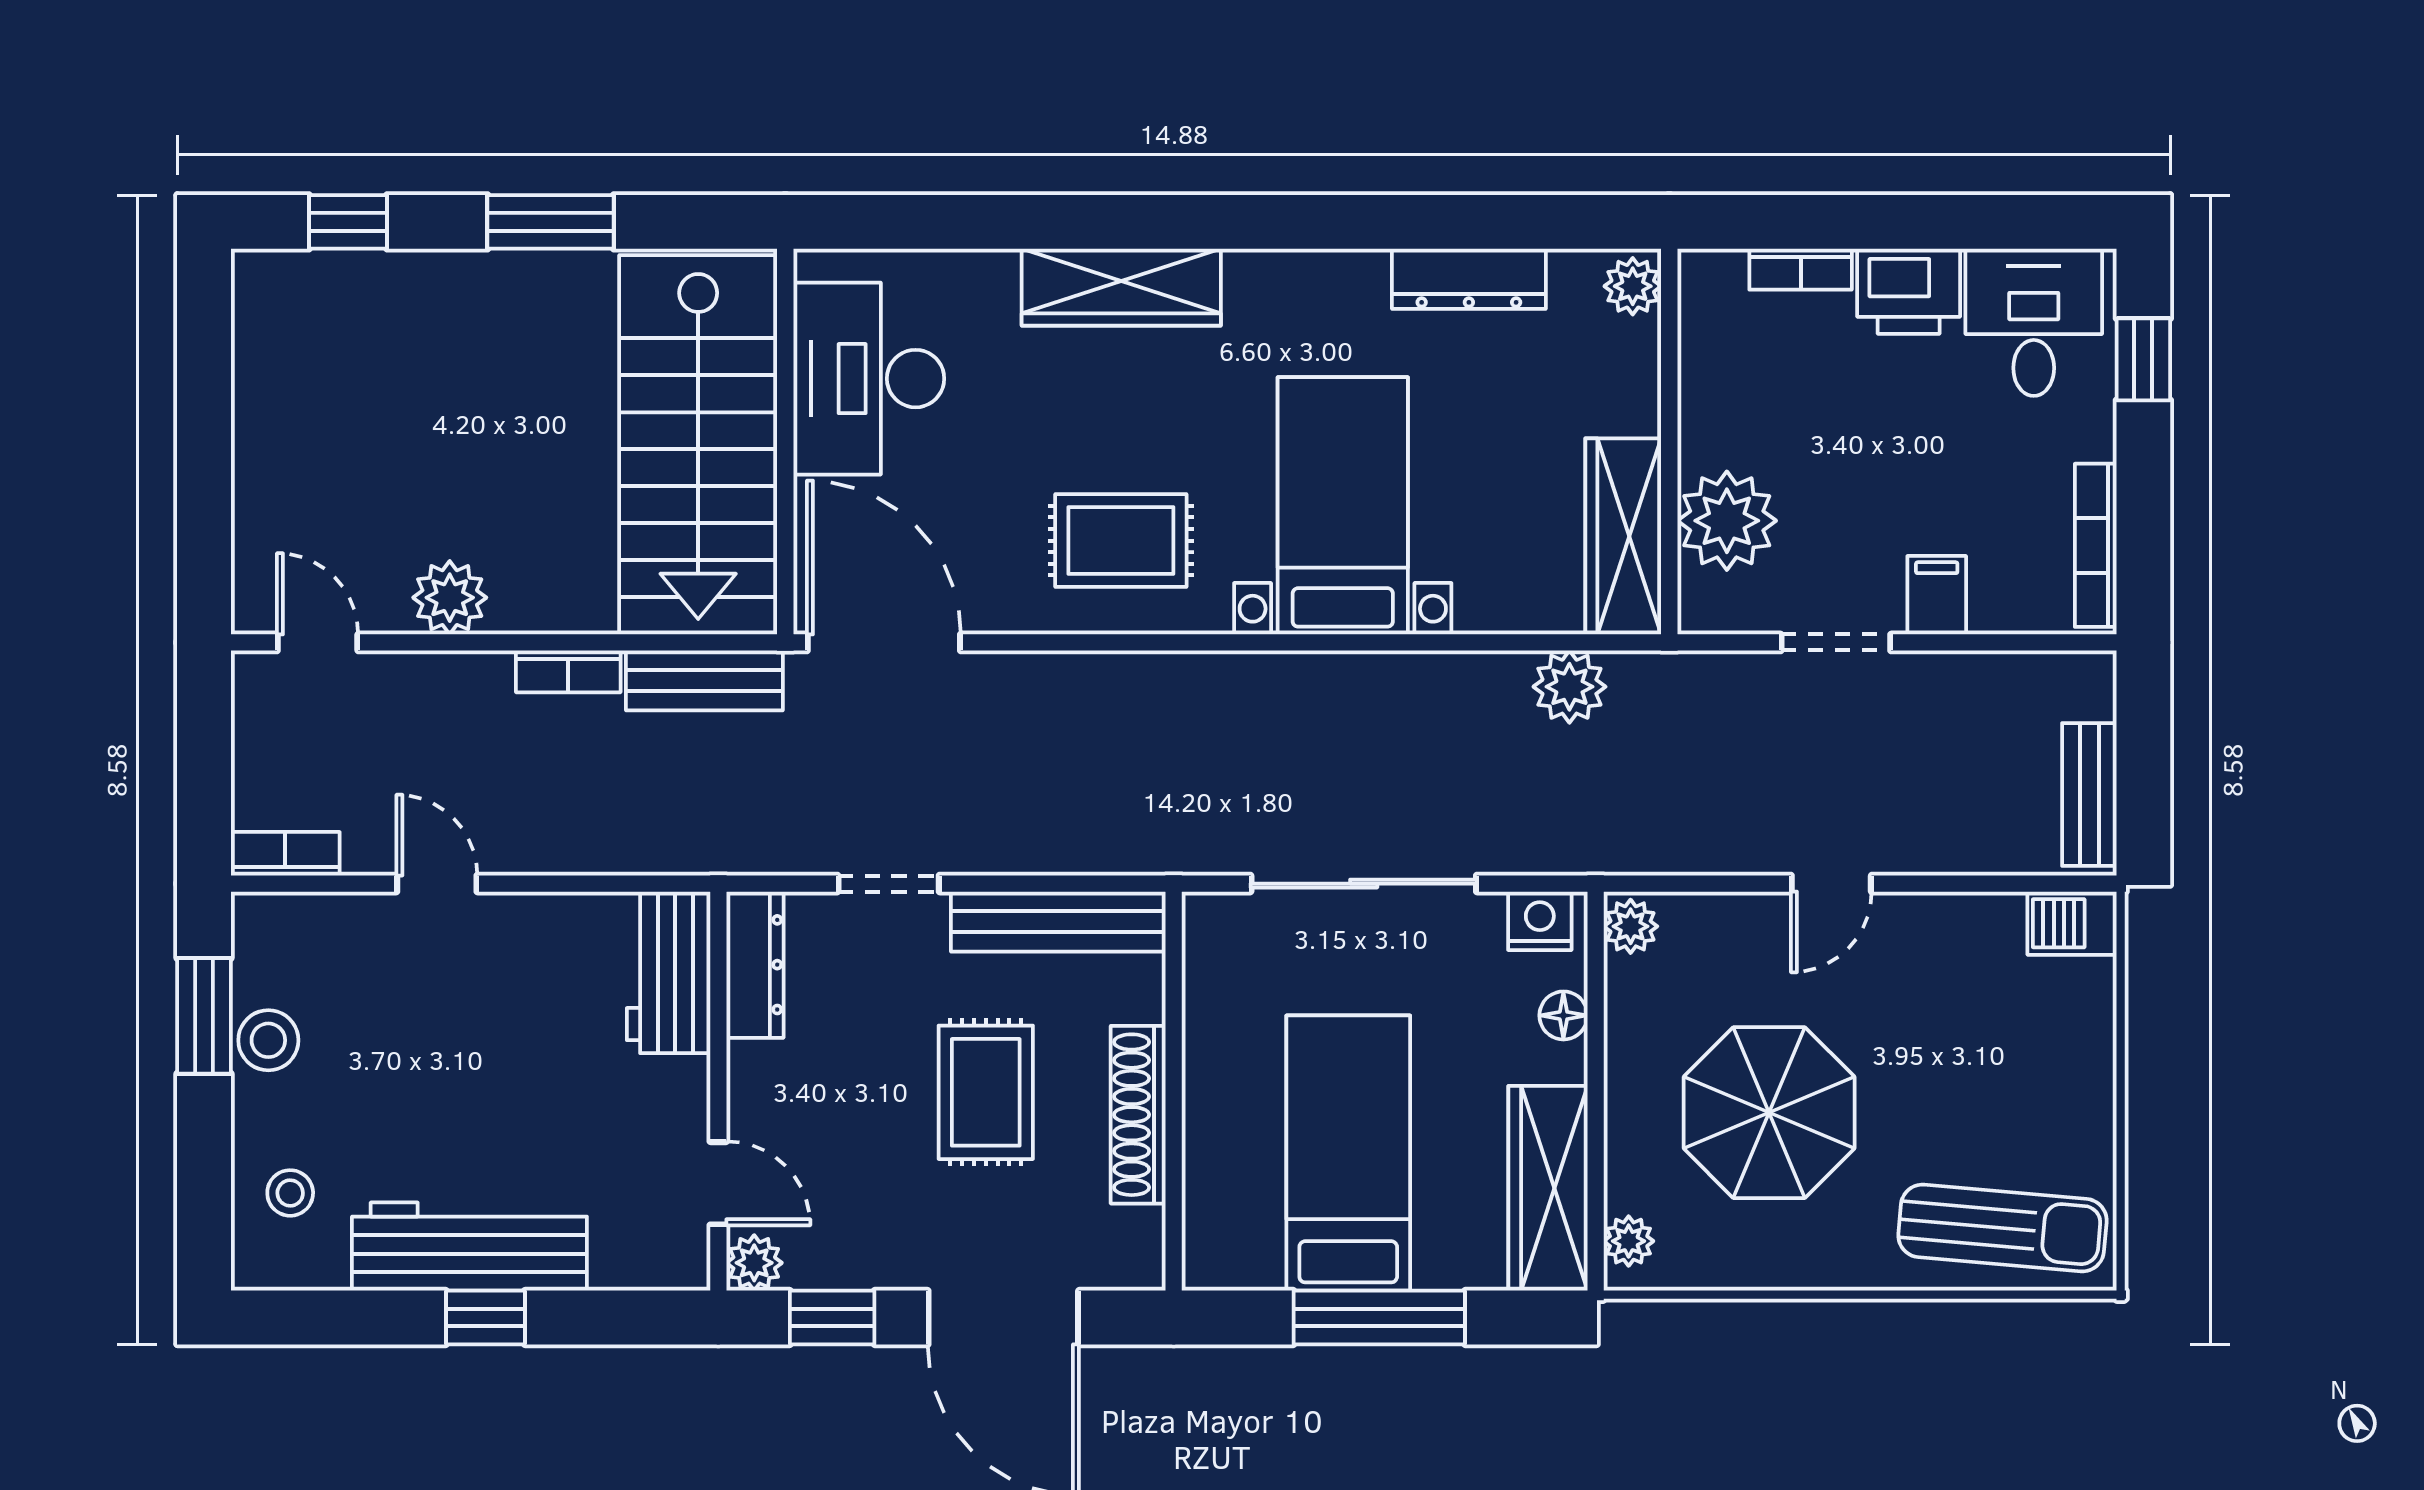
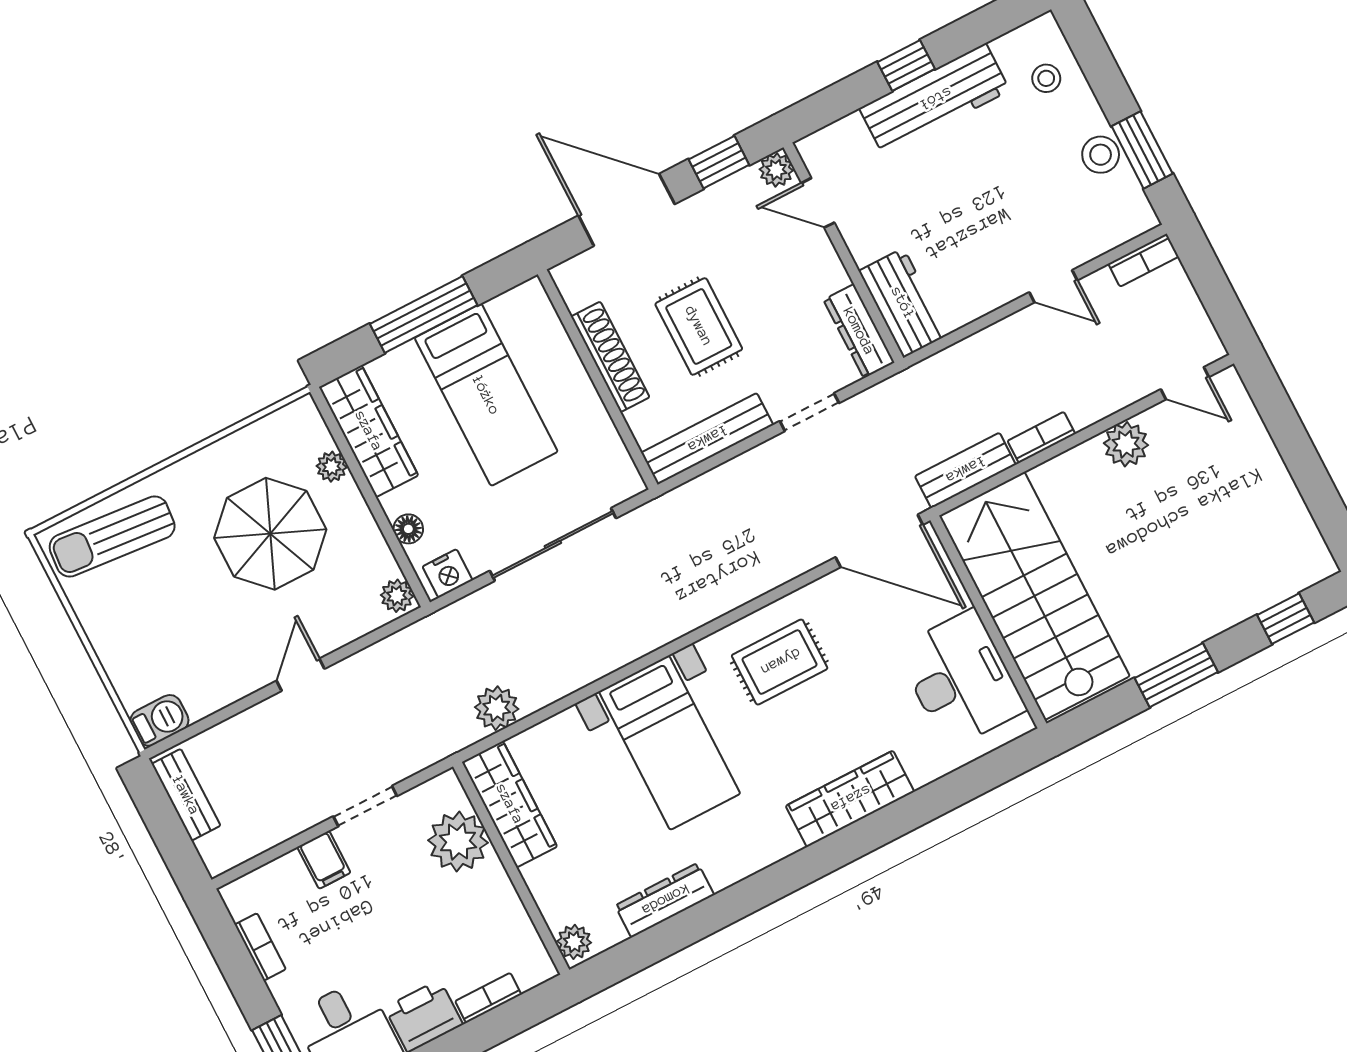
bookcase: (2096, 545) -> (260, 947), width x0.64
plant: (1629, 1241) -> (332, 467), moved

